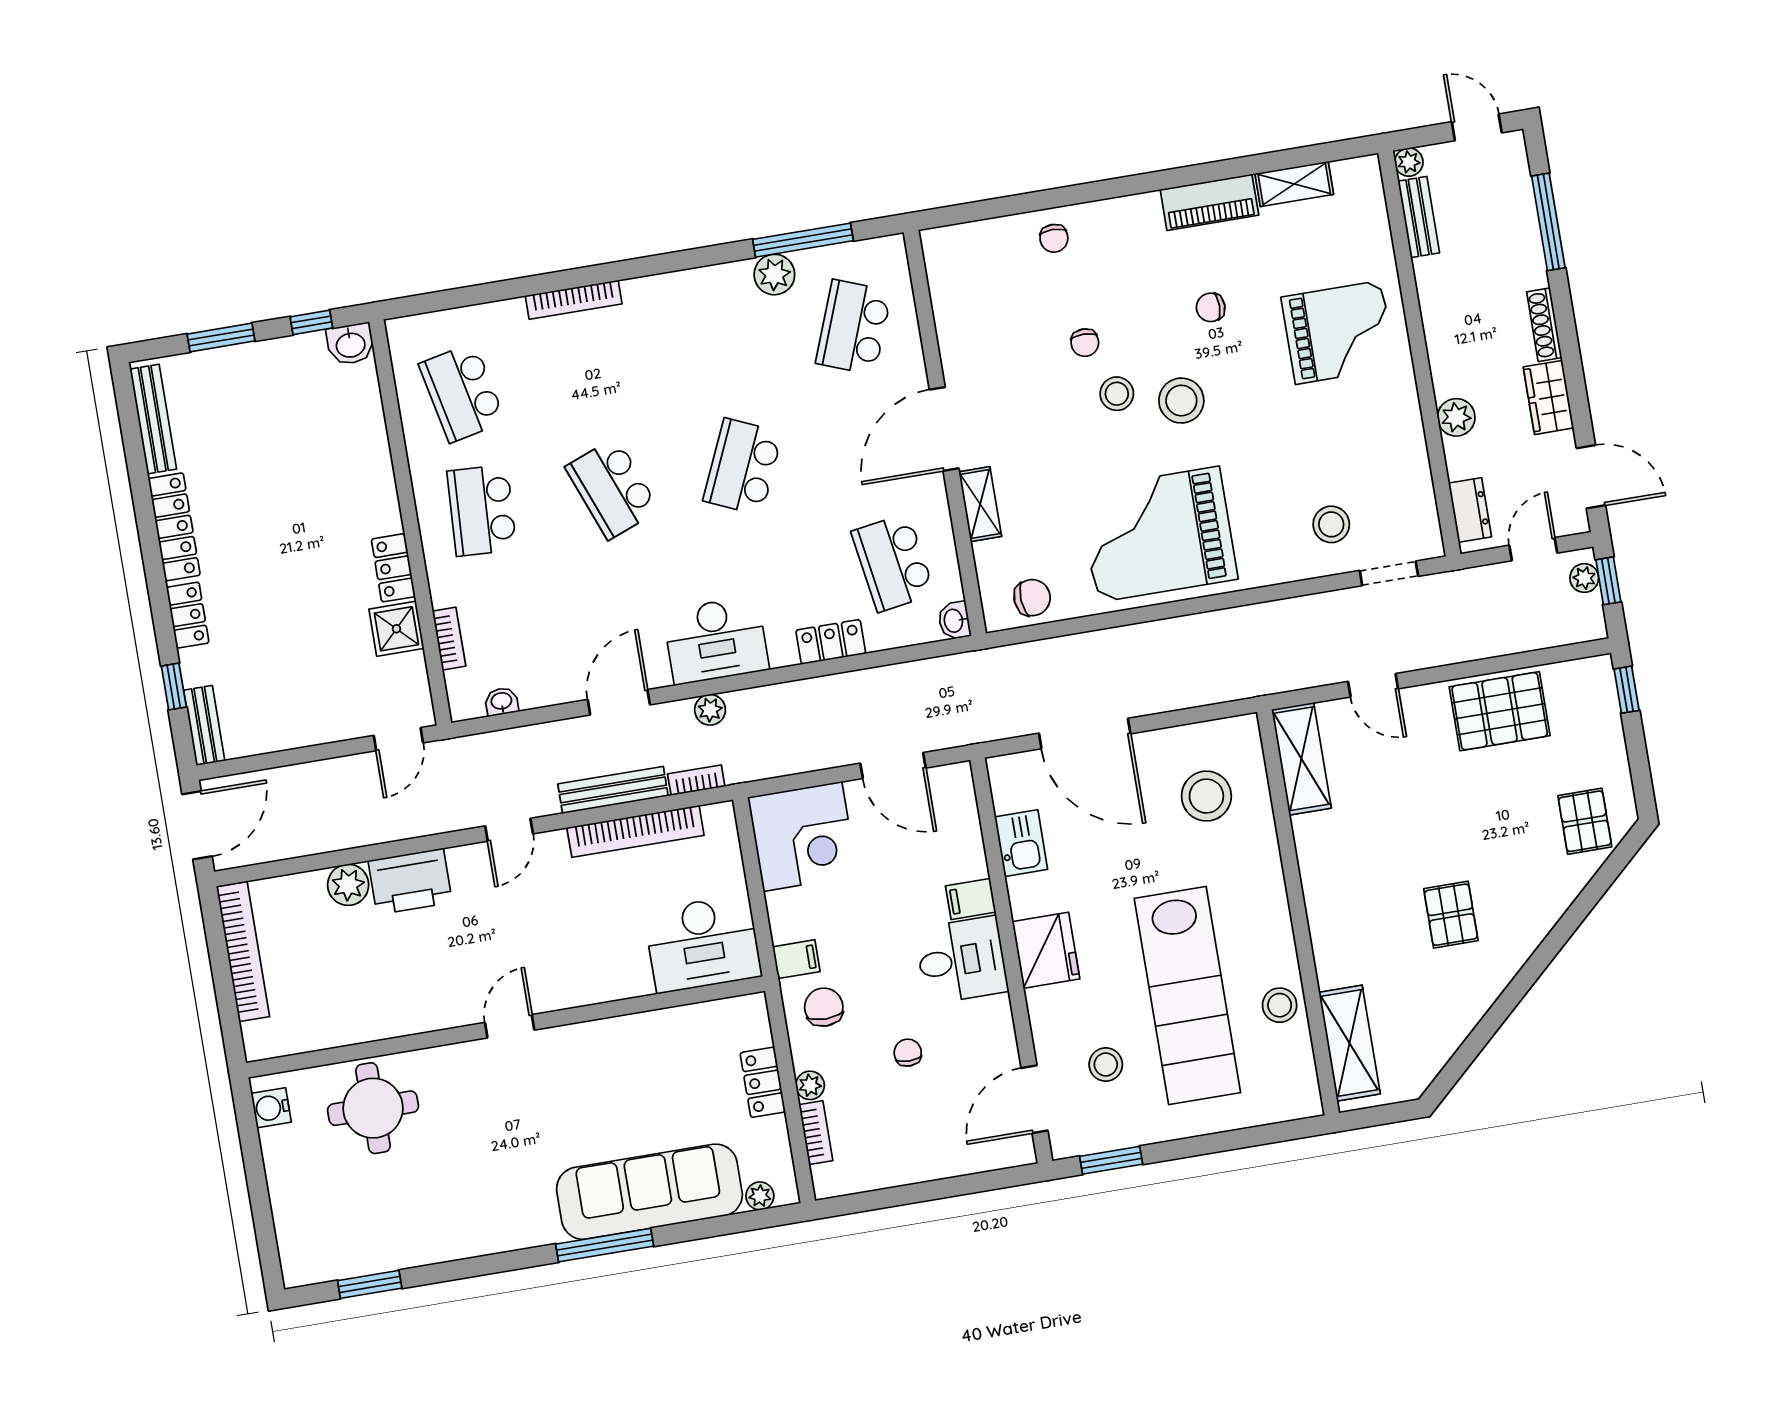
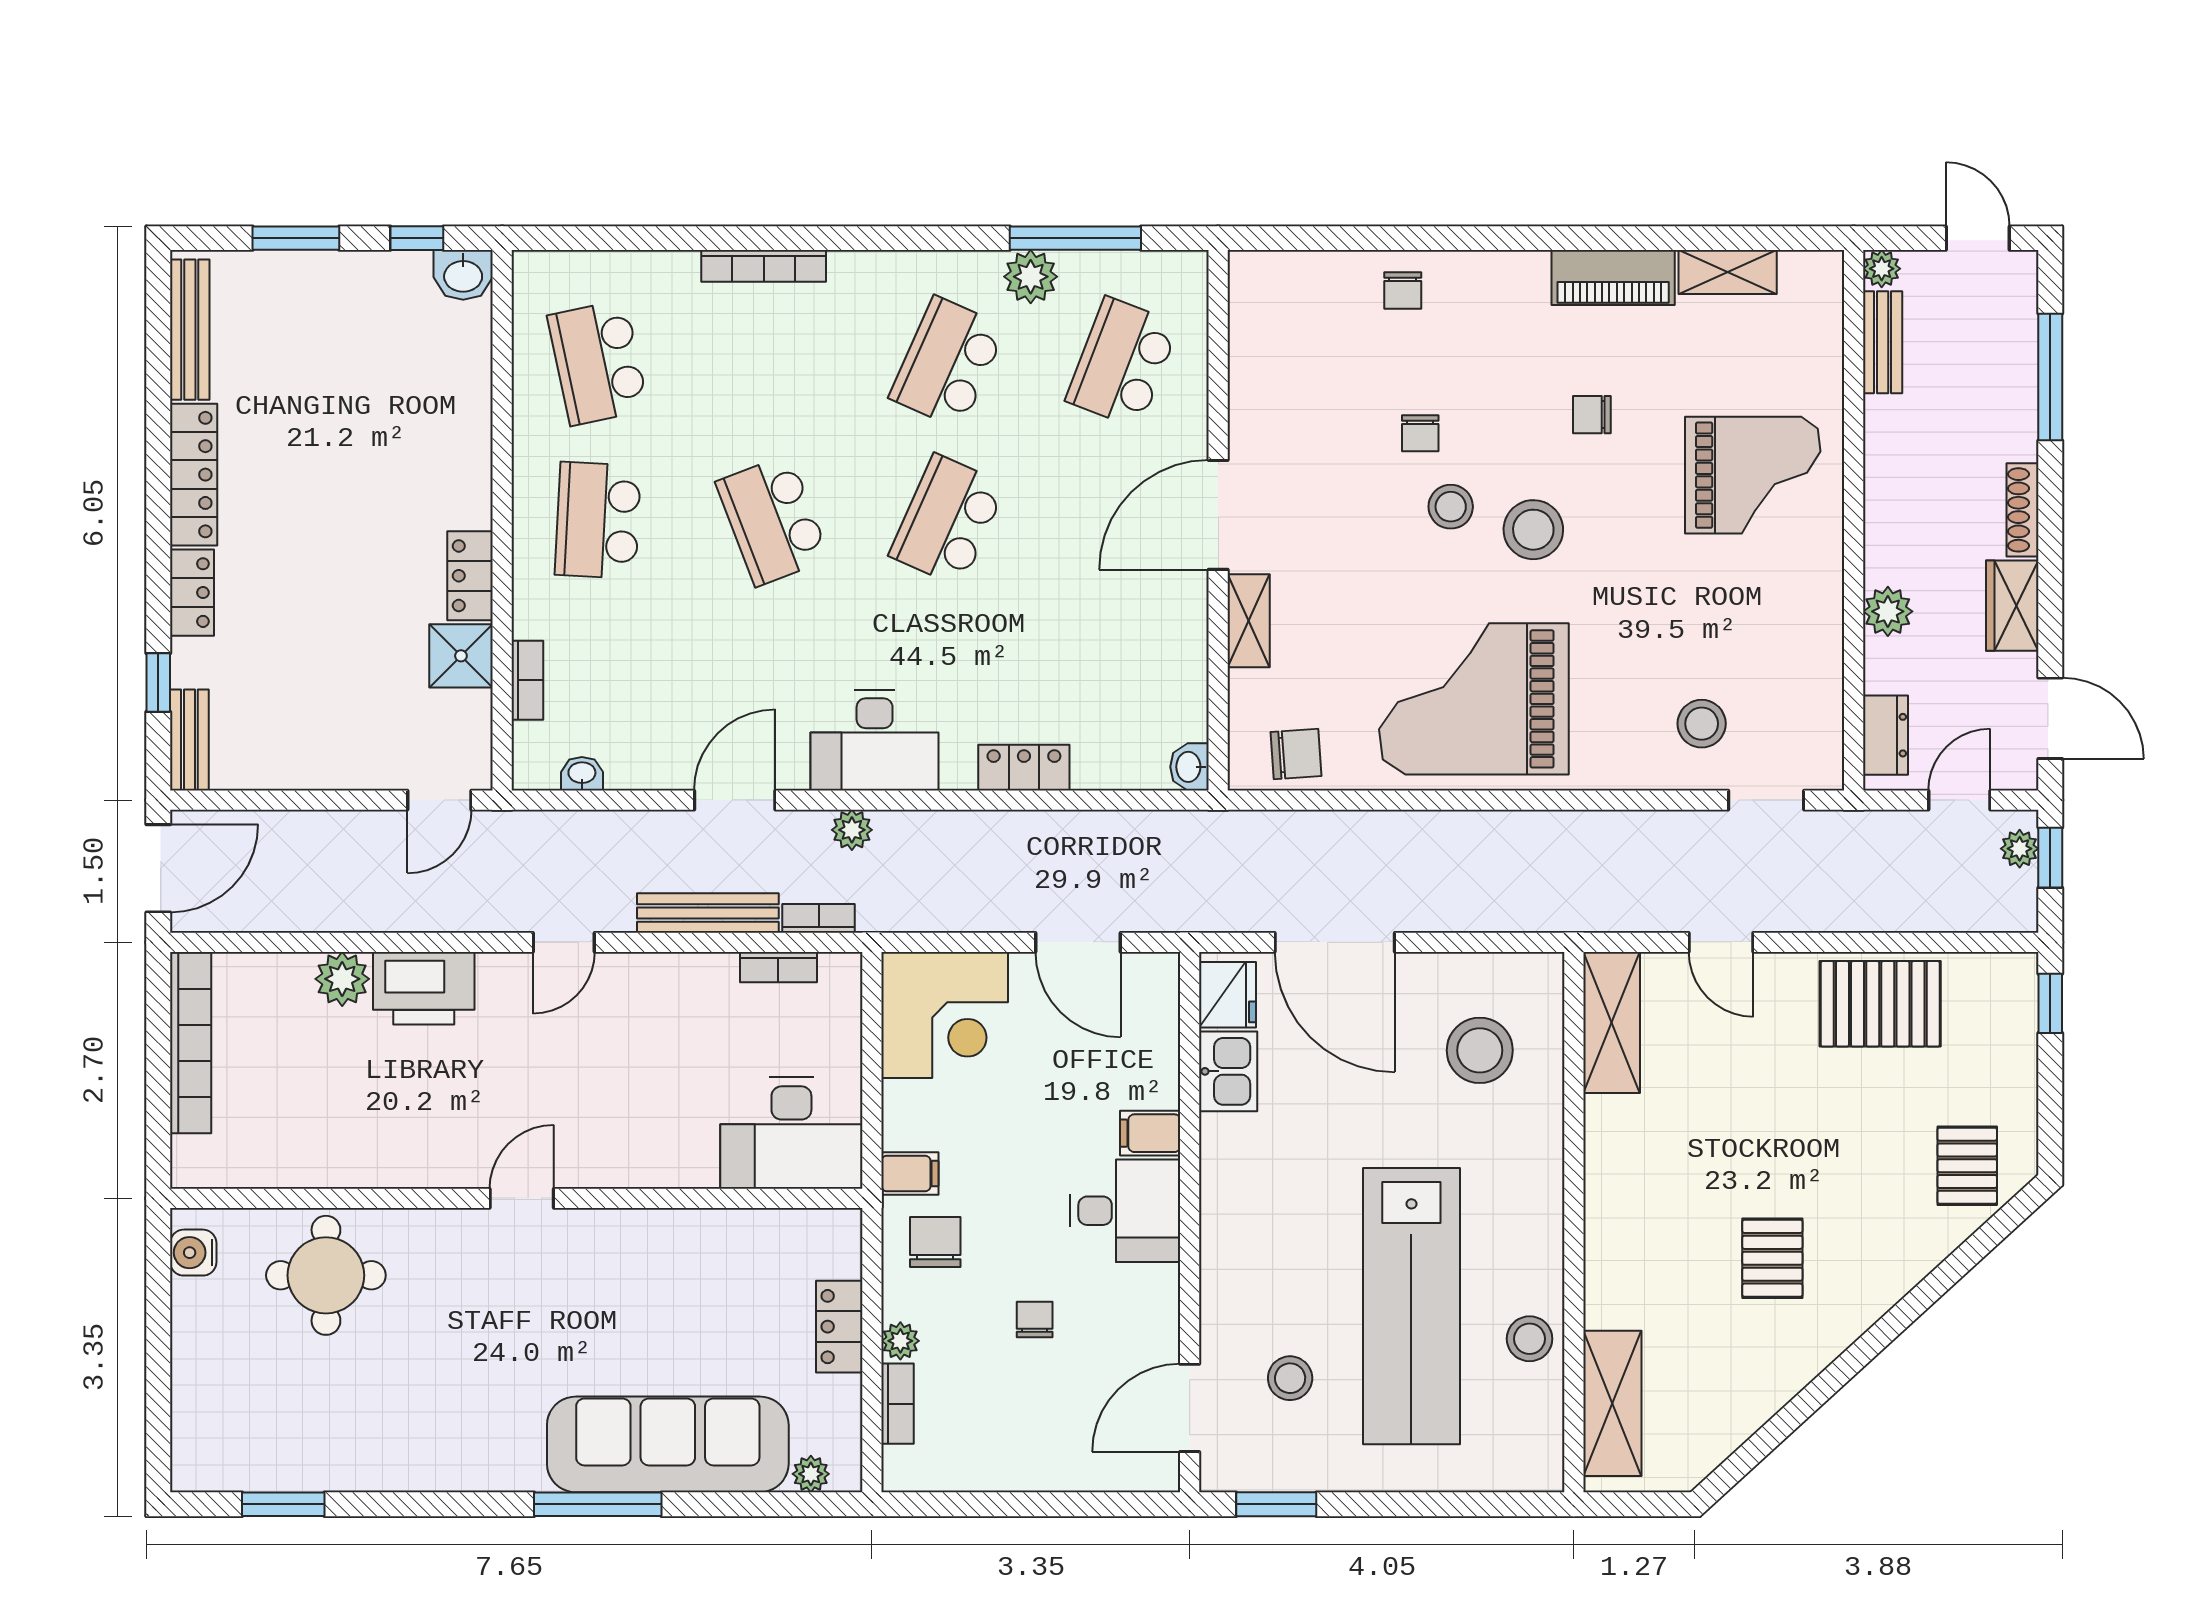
school desk: (893, 563) -> (948, 363), moved, turned 33
bookcase: (635, 831) -> (778, 967), width x0.43, depth x0.76
fridge: (1046, 950) -> (1227, 995), moved, width x0.73, depth x0.75

